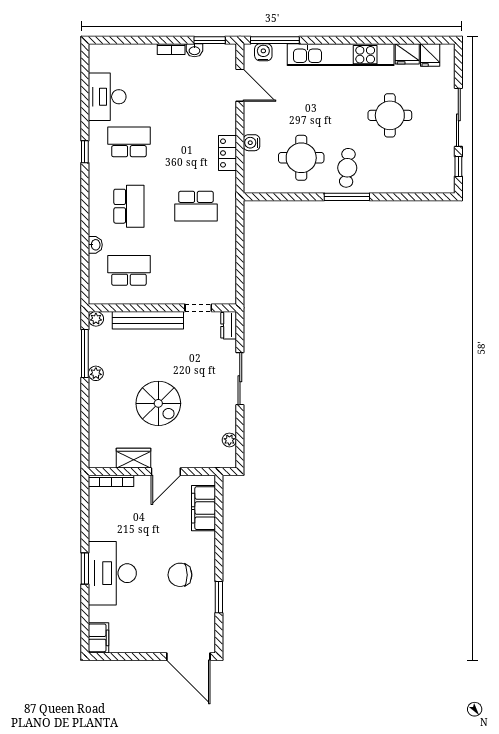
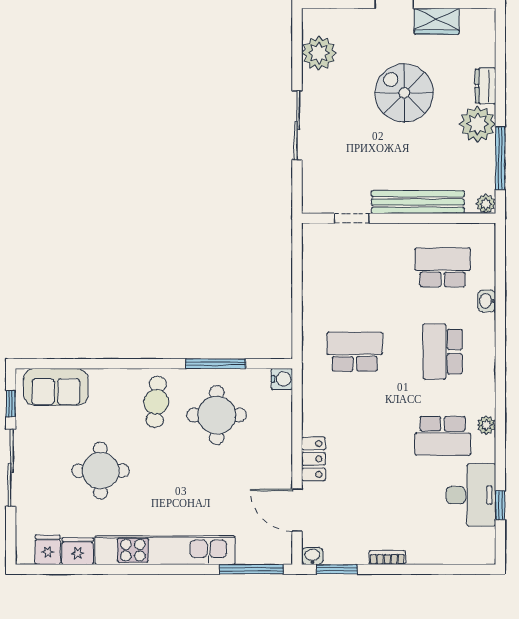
washbasin: (194, 50) -> (312, 556), moved
water cooler: (263, 52) -> (266, 553), removed
water cooler: (252, 143) -> (282, 379), moved
plant: (96, 150) -> (486, 425), added
window: (85, 152) -> (500, 505), moved
locker: (227, 153) -> (313, 459), moved
sofa: (424, 179) -> (56, 387), added
window: (347, 197) -> (215, 364), moved
school desk: (129, 270) -> (443, 267), turned 180
dresser: (229, 325) -> (485, 86), moved, turned 180
plant: (96, 373) -> (478, 124), width x1.87, depth x1.87
plant: (229, 440) -> (319, 53), width x1.88, depth x1.88

